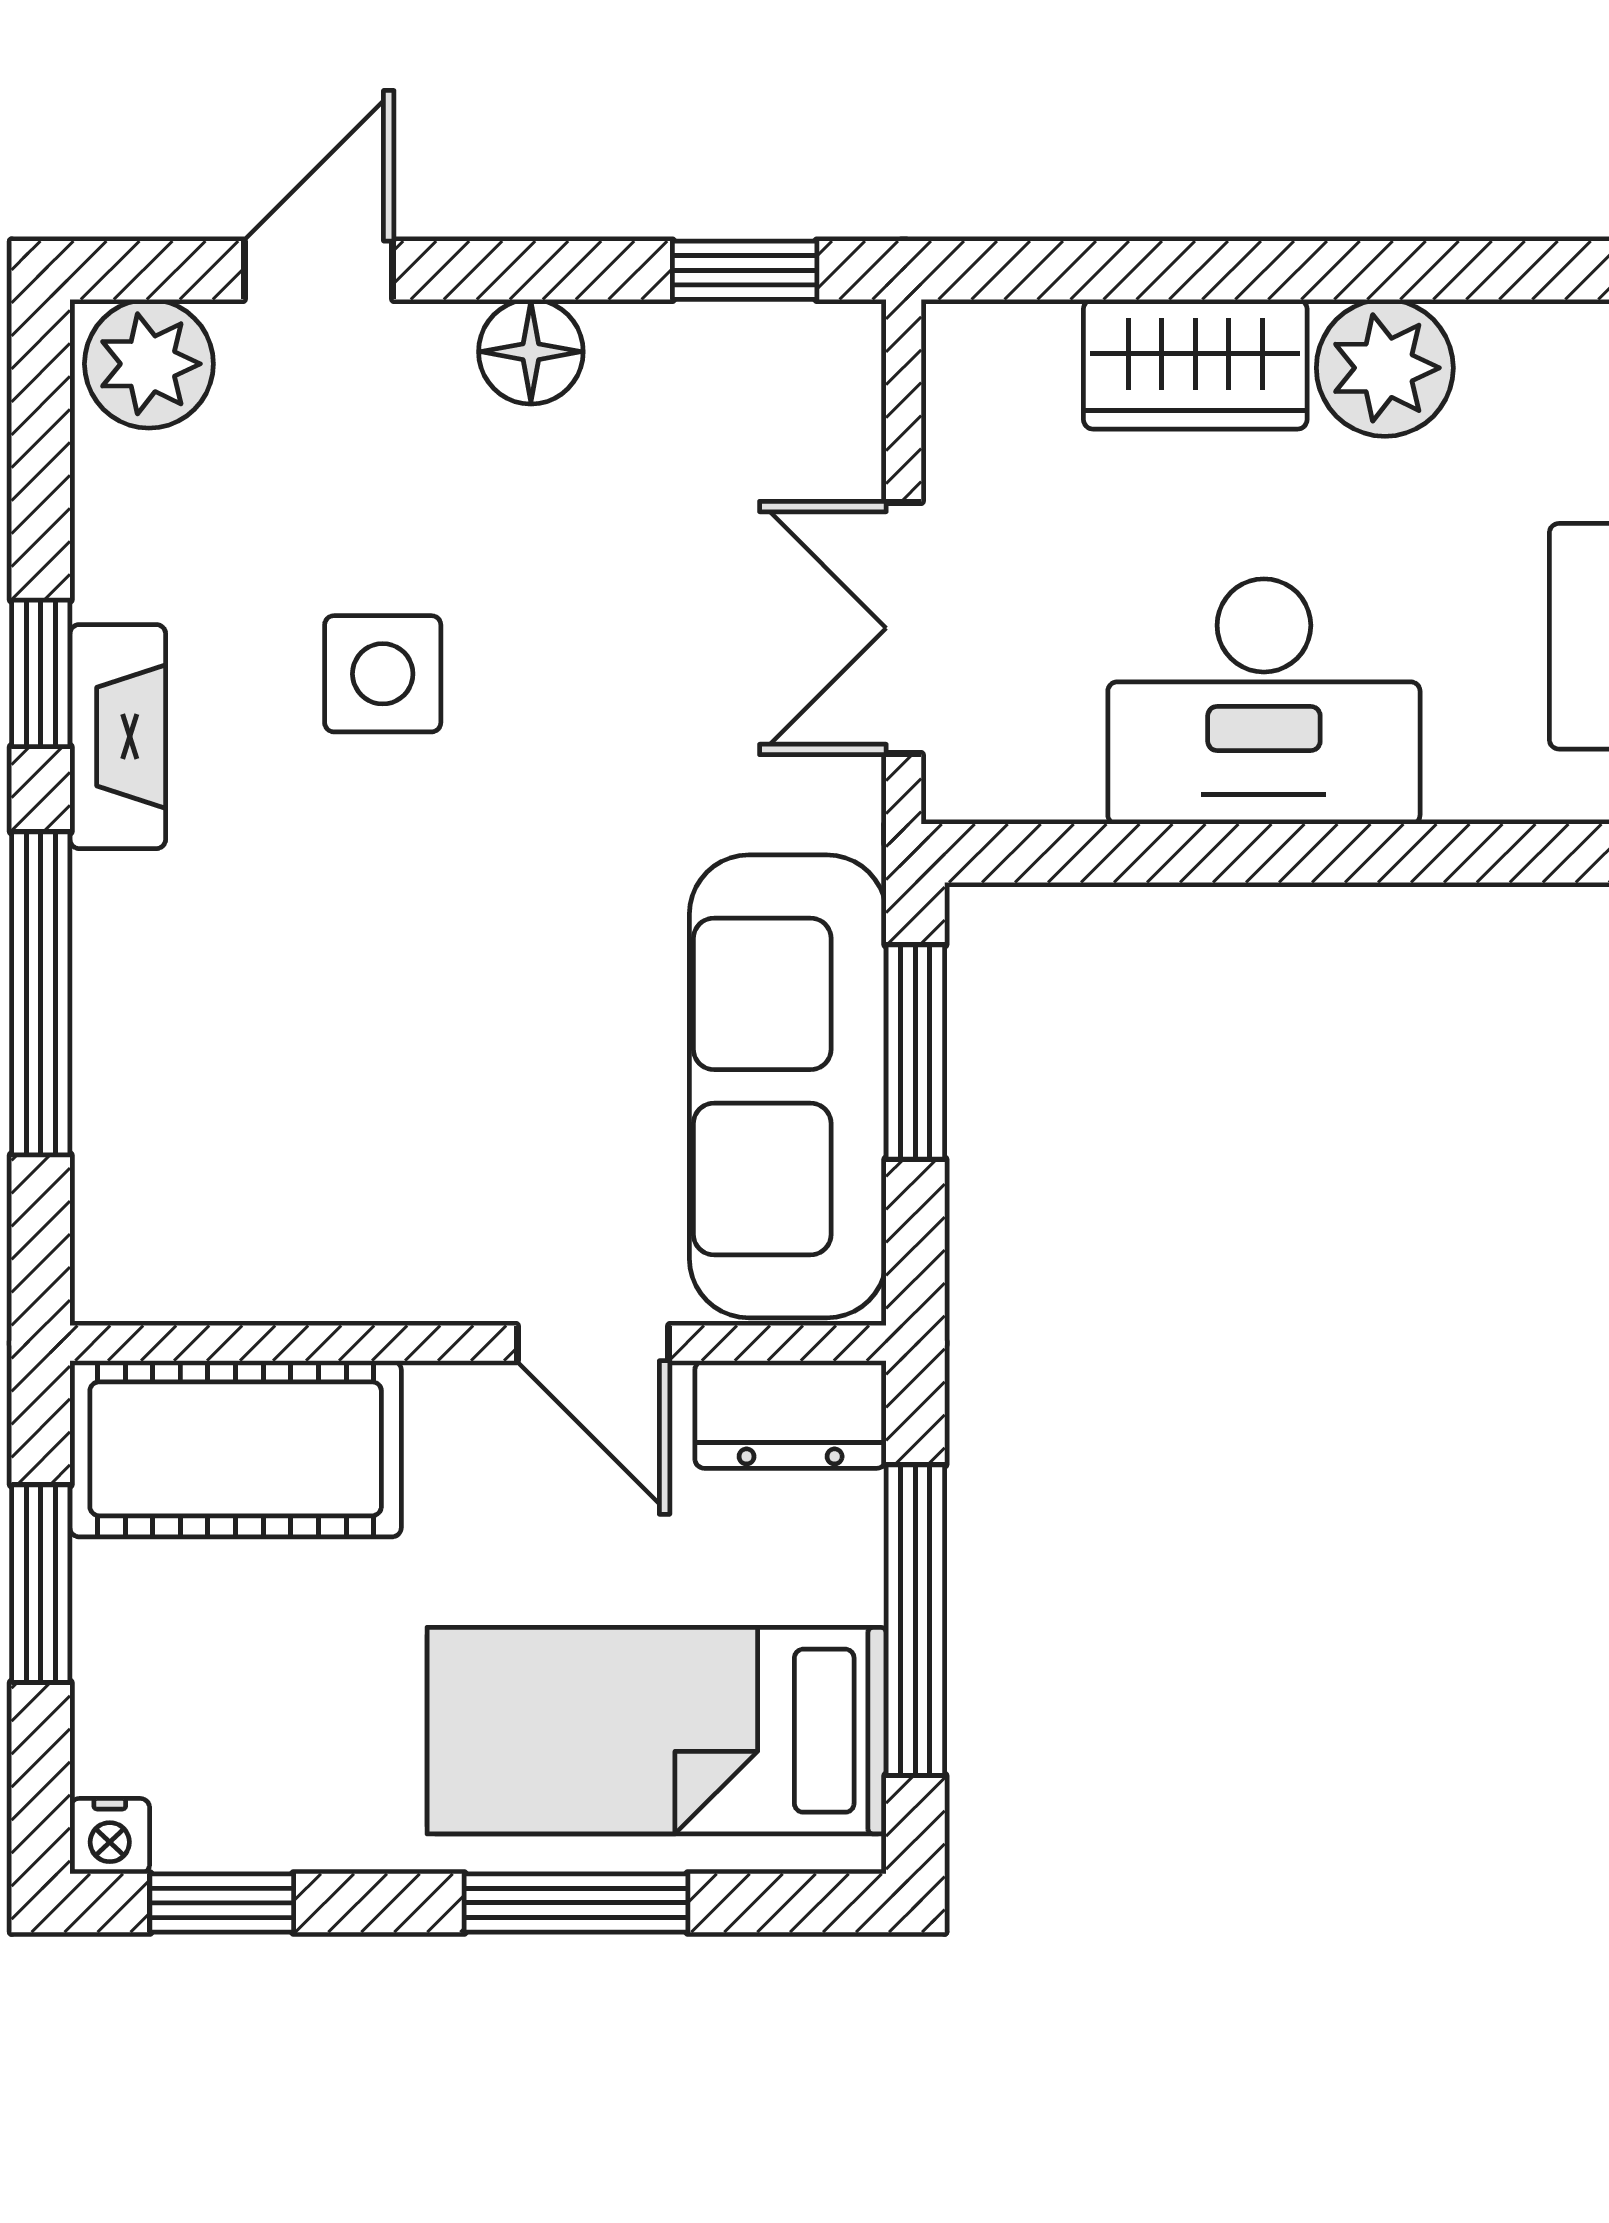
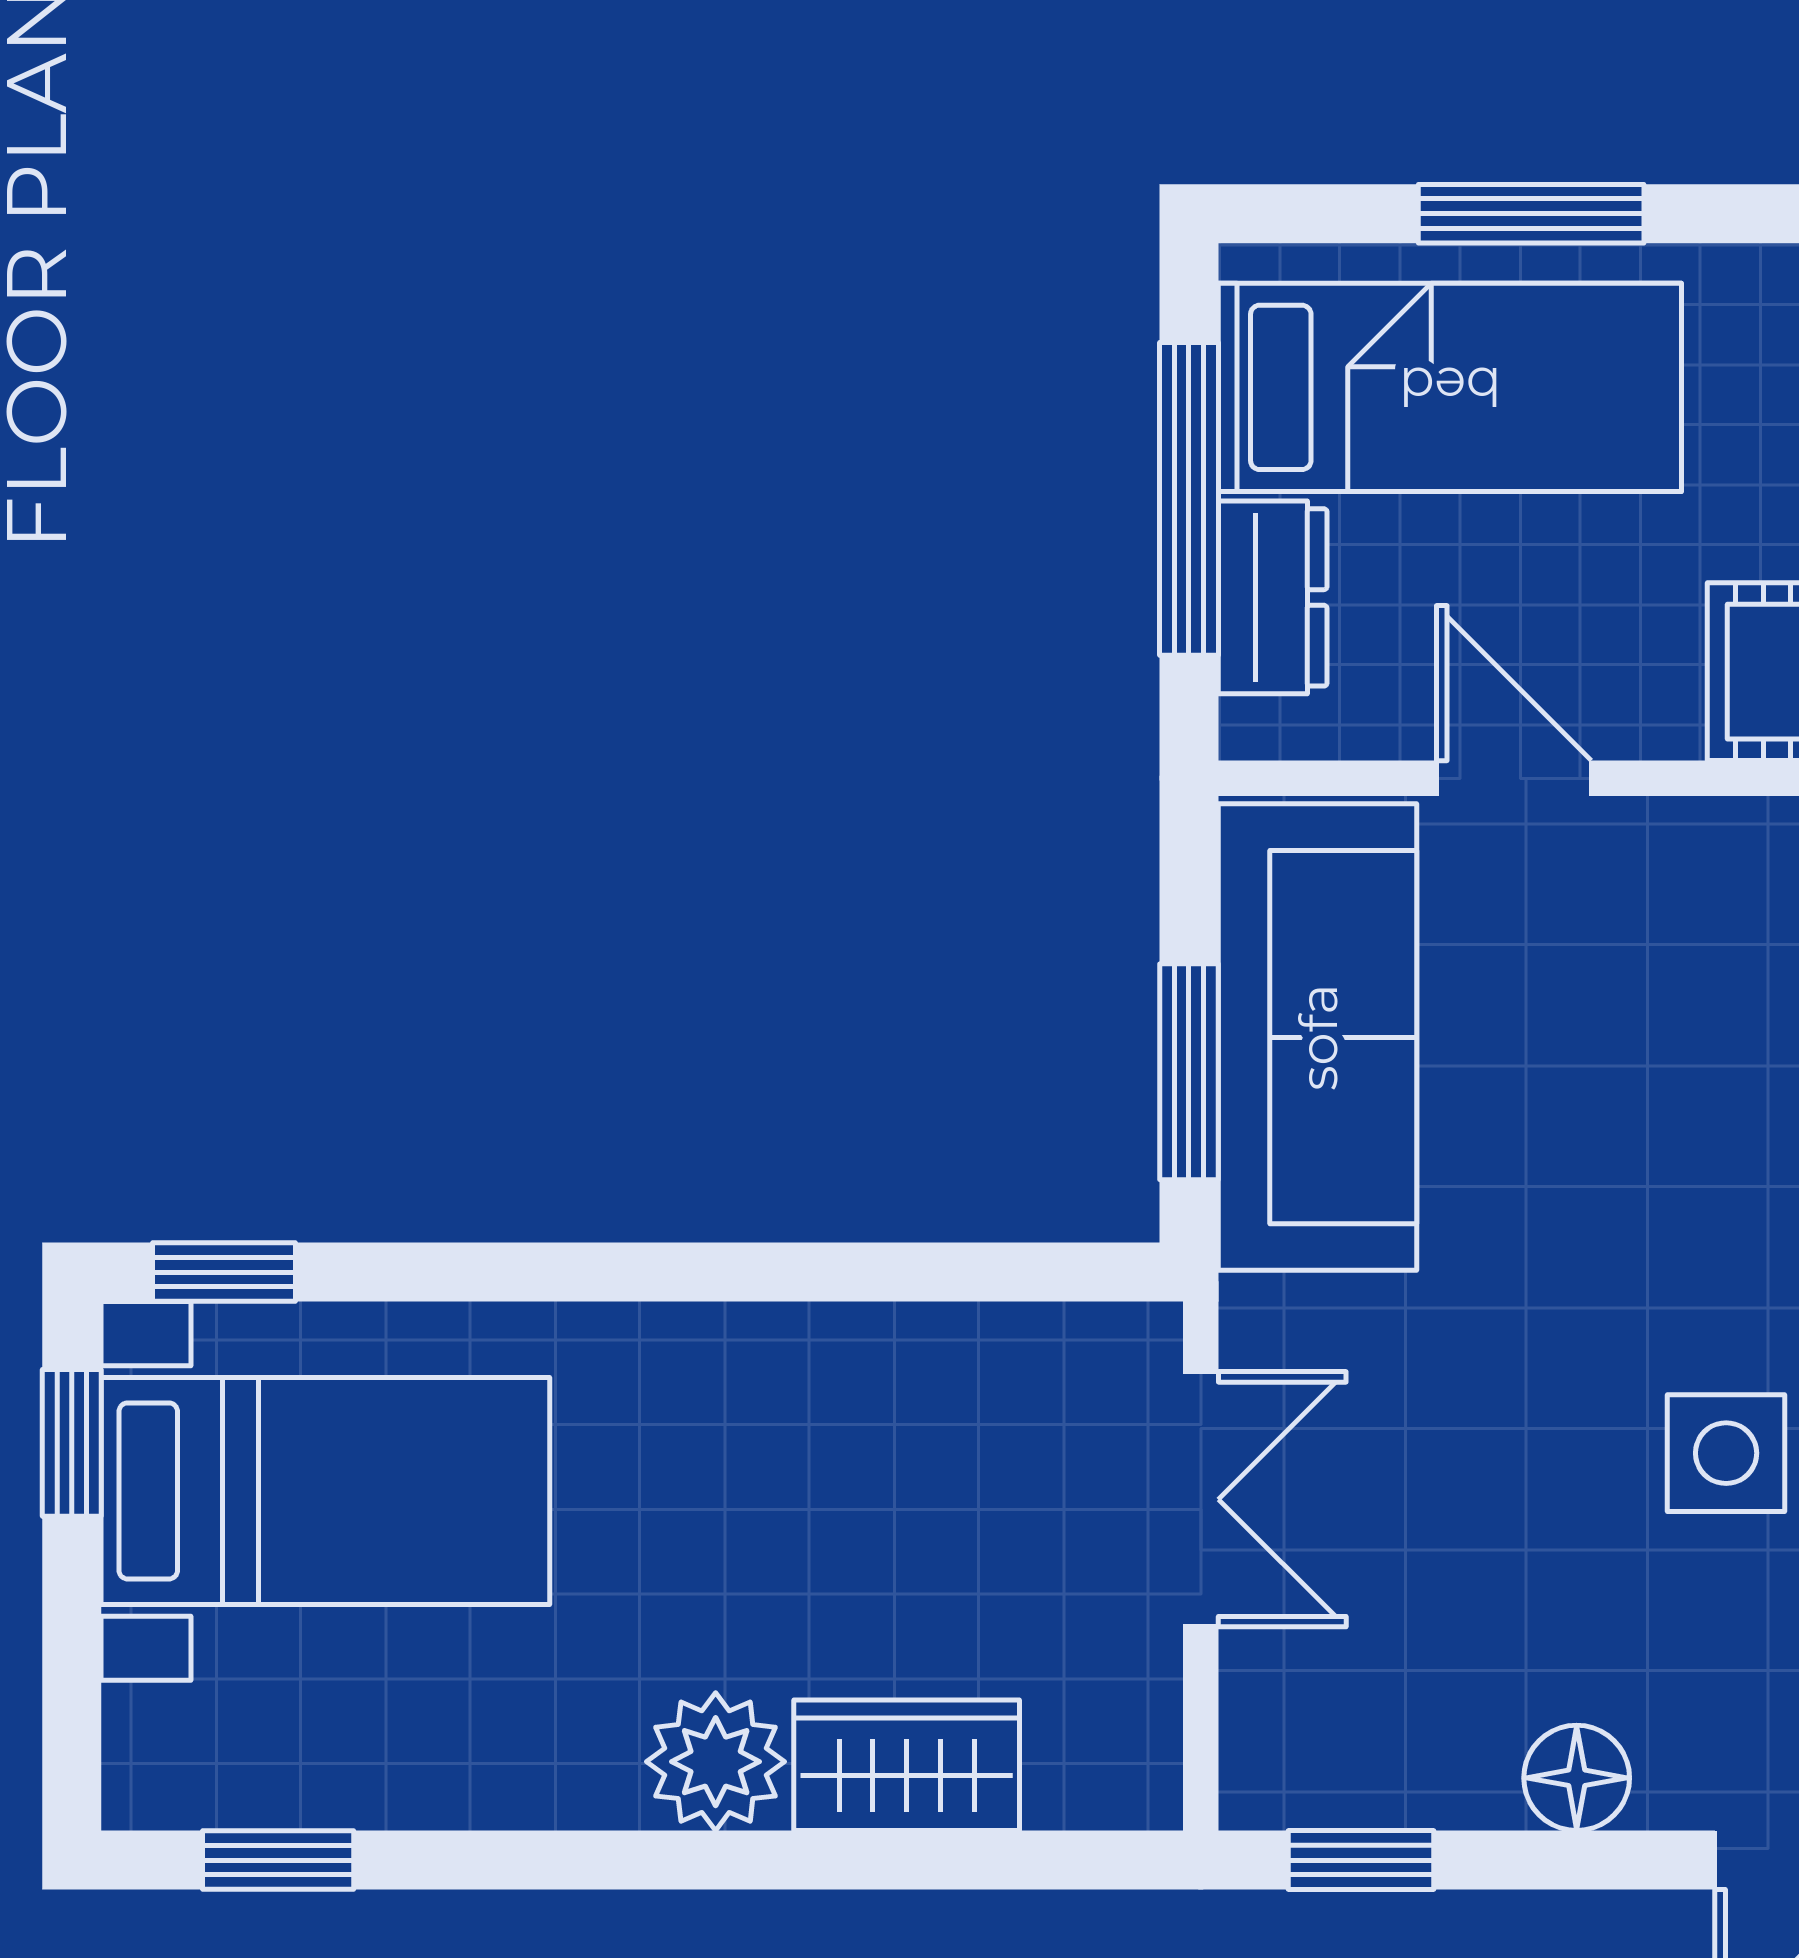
desk: (1264, 701) -> (837, 1425), removed
dresser: (791, 1414) -> (1273, 597), moved, turned 90

